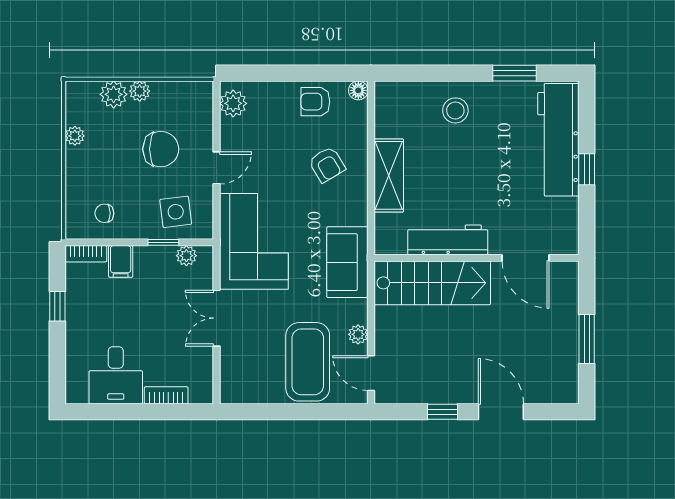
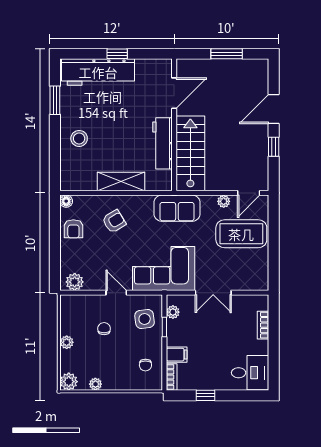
plant: (114, 94) -> (69, 382), moved
chair: (161, 149) -> (104, 329), width x0.54, depth x0.54
desk: (116, 375) -> (250, 373), moved

